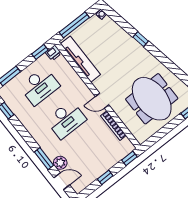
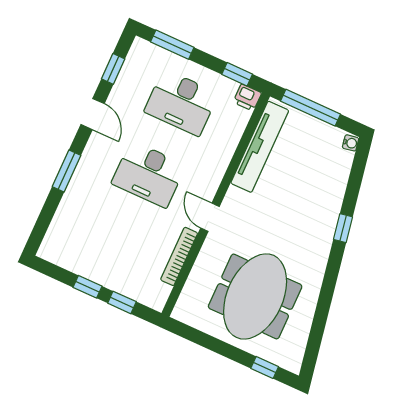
window: (129, 158) -> (122, 302), moved
plant: (60, 163) -> (74, 201), removed
door: (62, 181) -> (93, 114), moved

